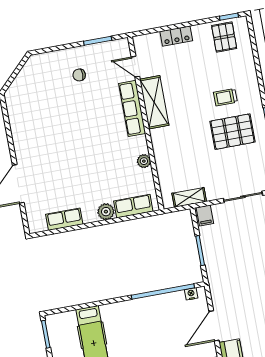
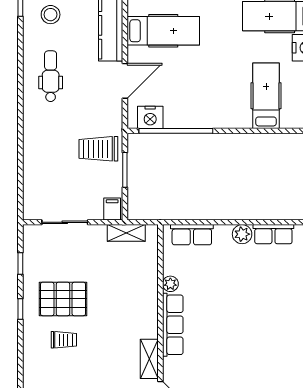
shelving: (154, 102) -> (149, 359), width x0.67, depth x0.75
row of seats: (132, 108) -> (173, 325), moved
plant: (106, 212) -> (242, 234), moved
trolley: (226, 264) -> (98, 149), added
nightstand: (191, 294) -> (150, 117), width x1.89, depth x1.79

